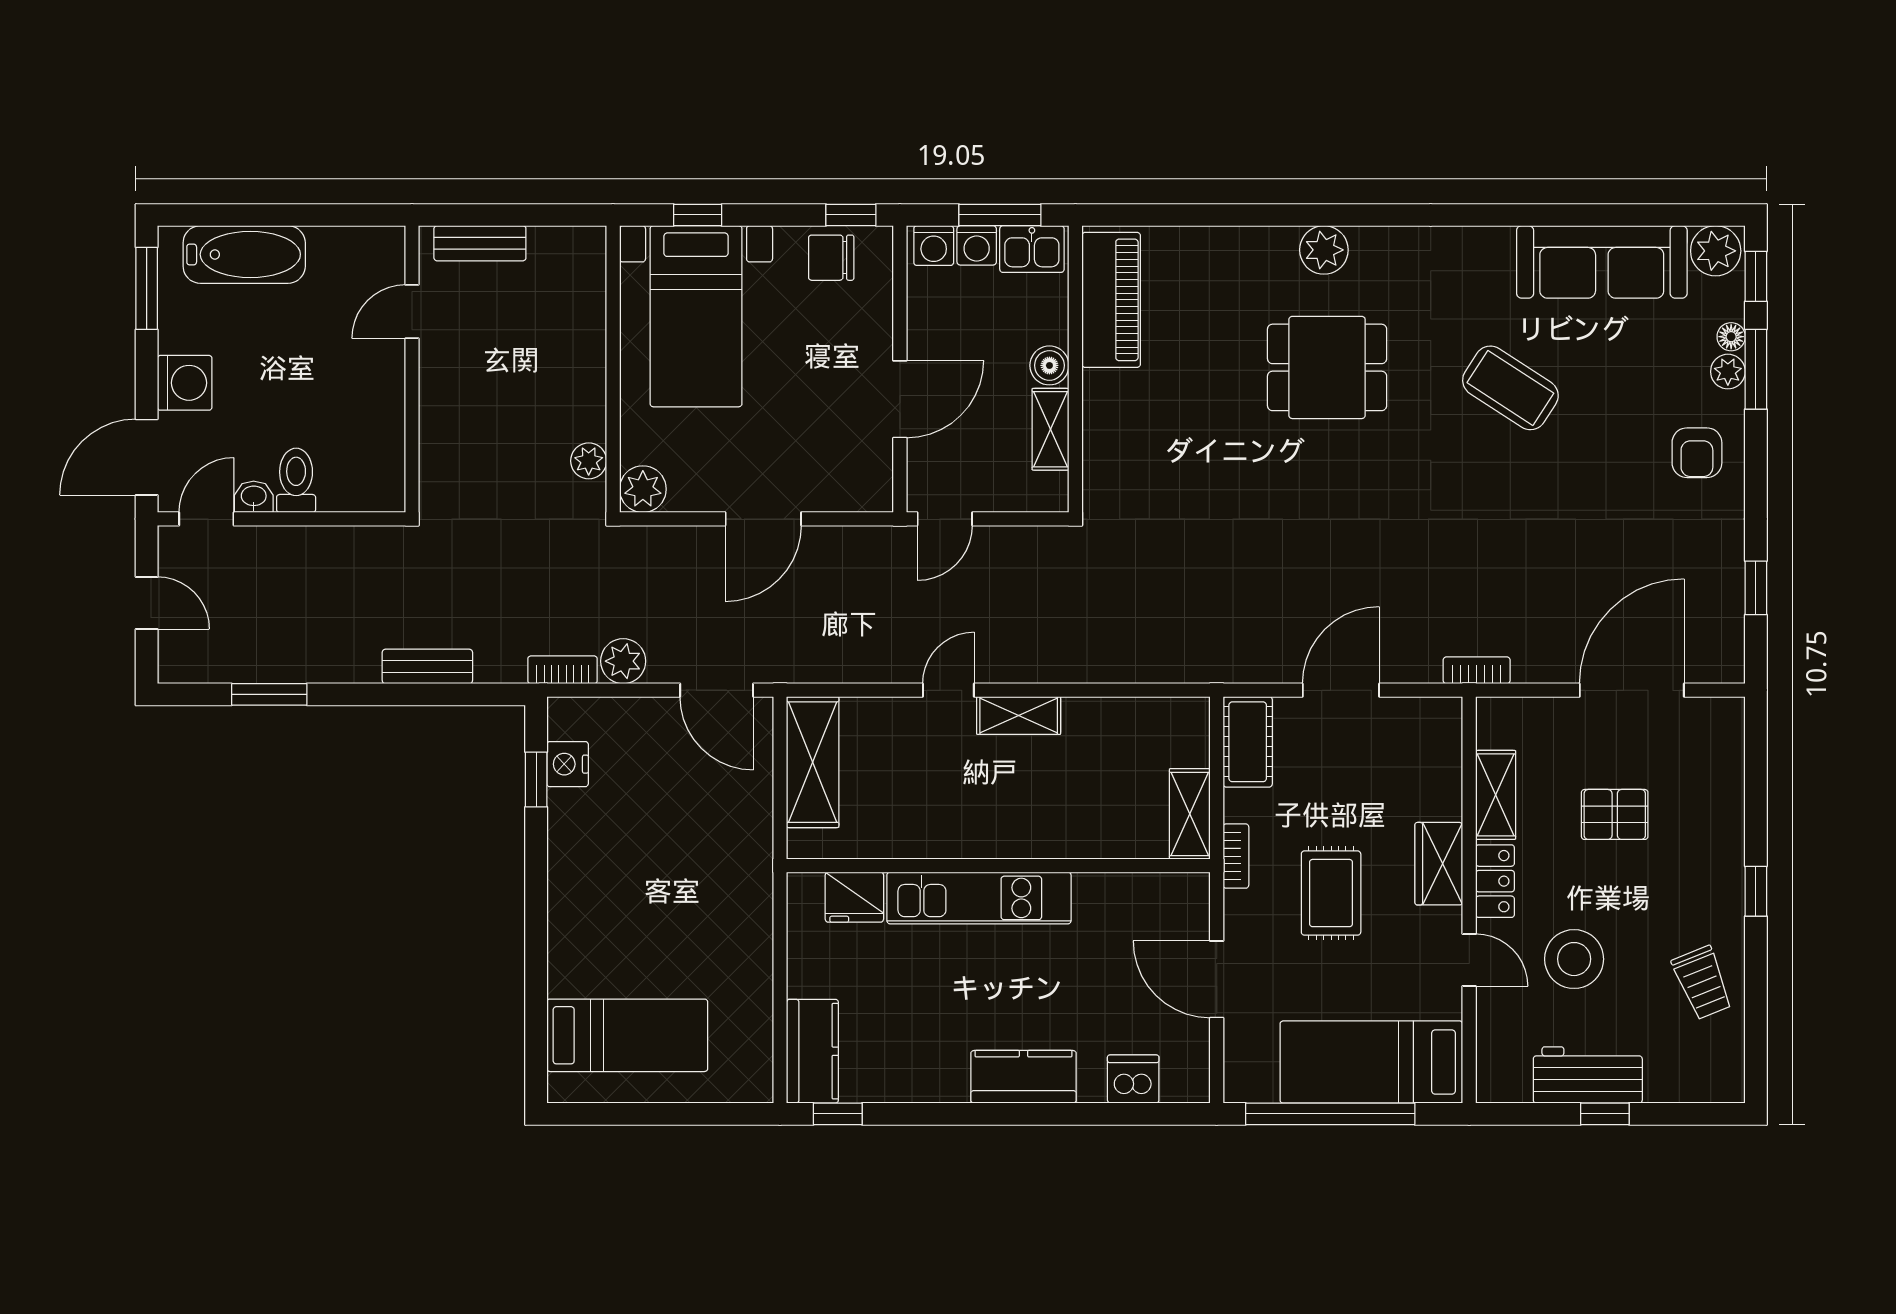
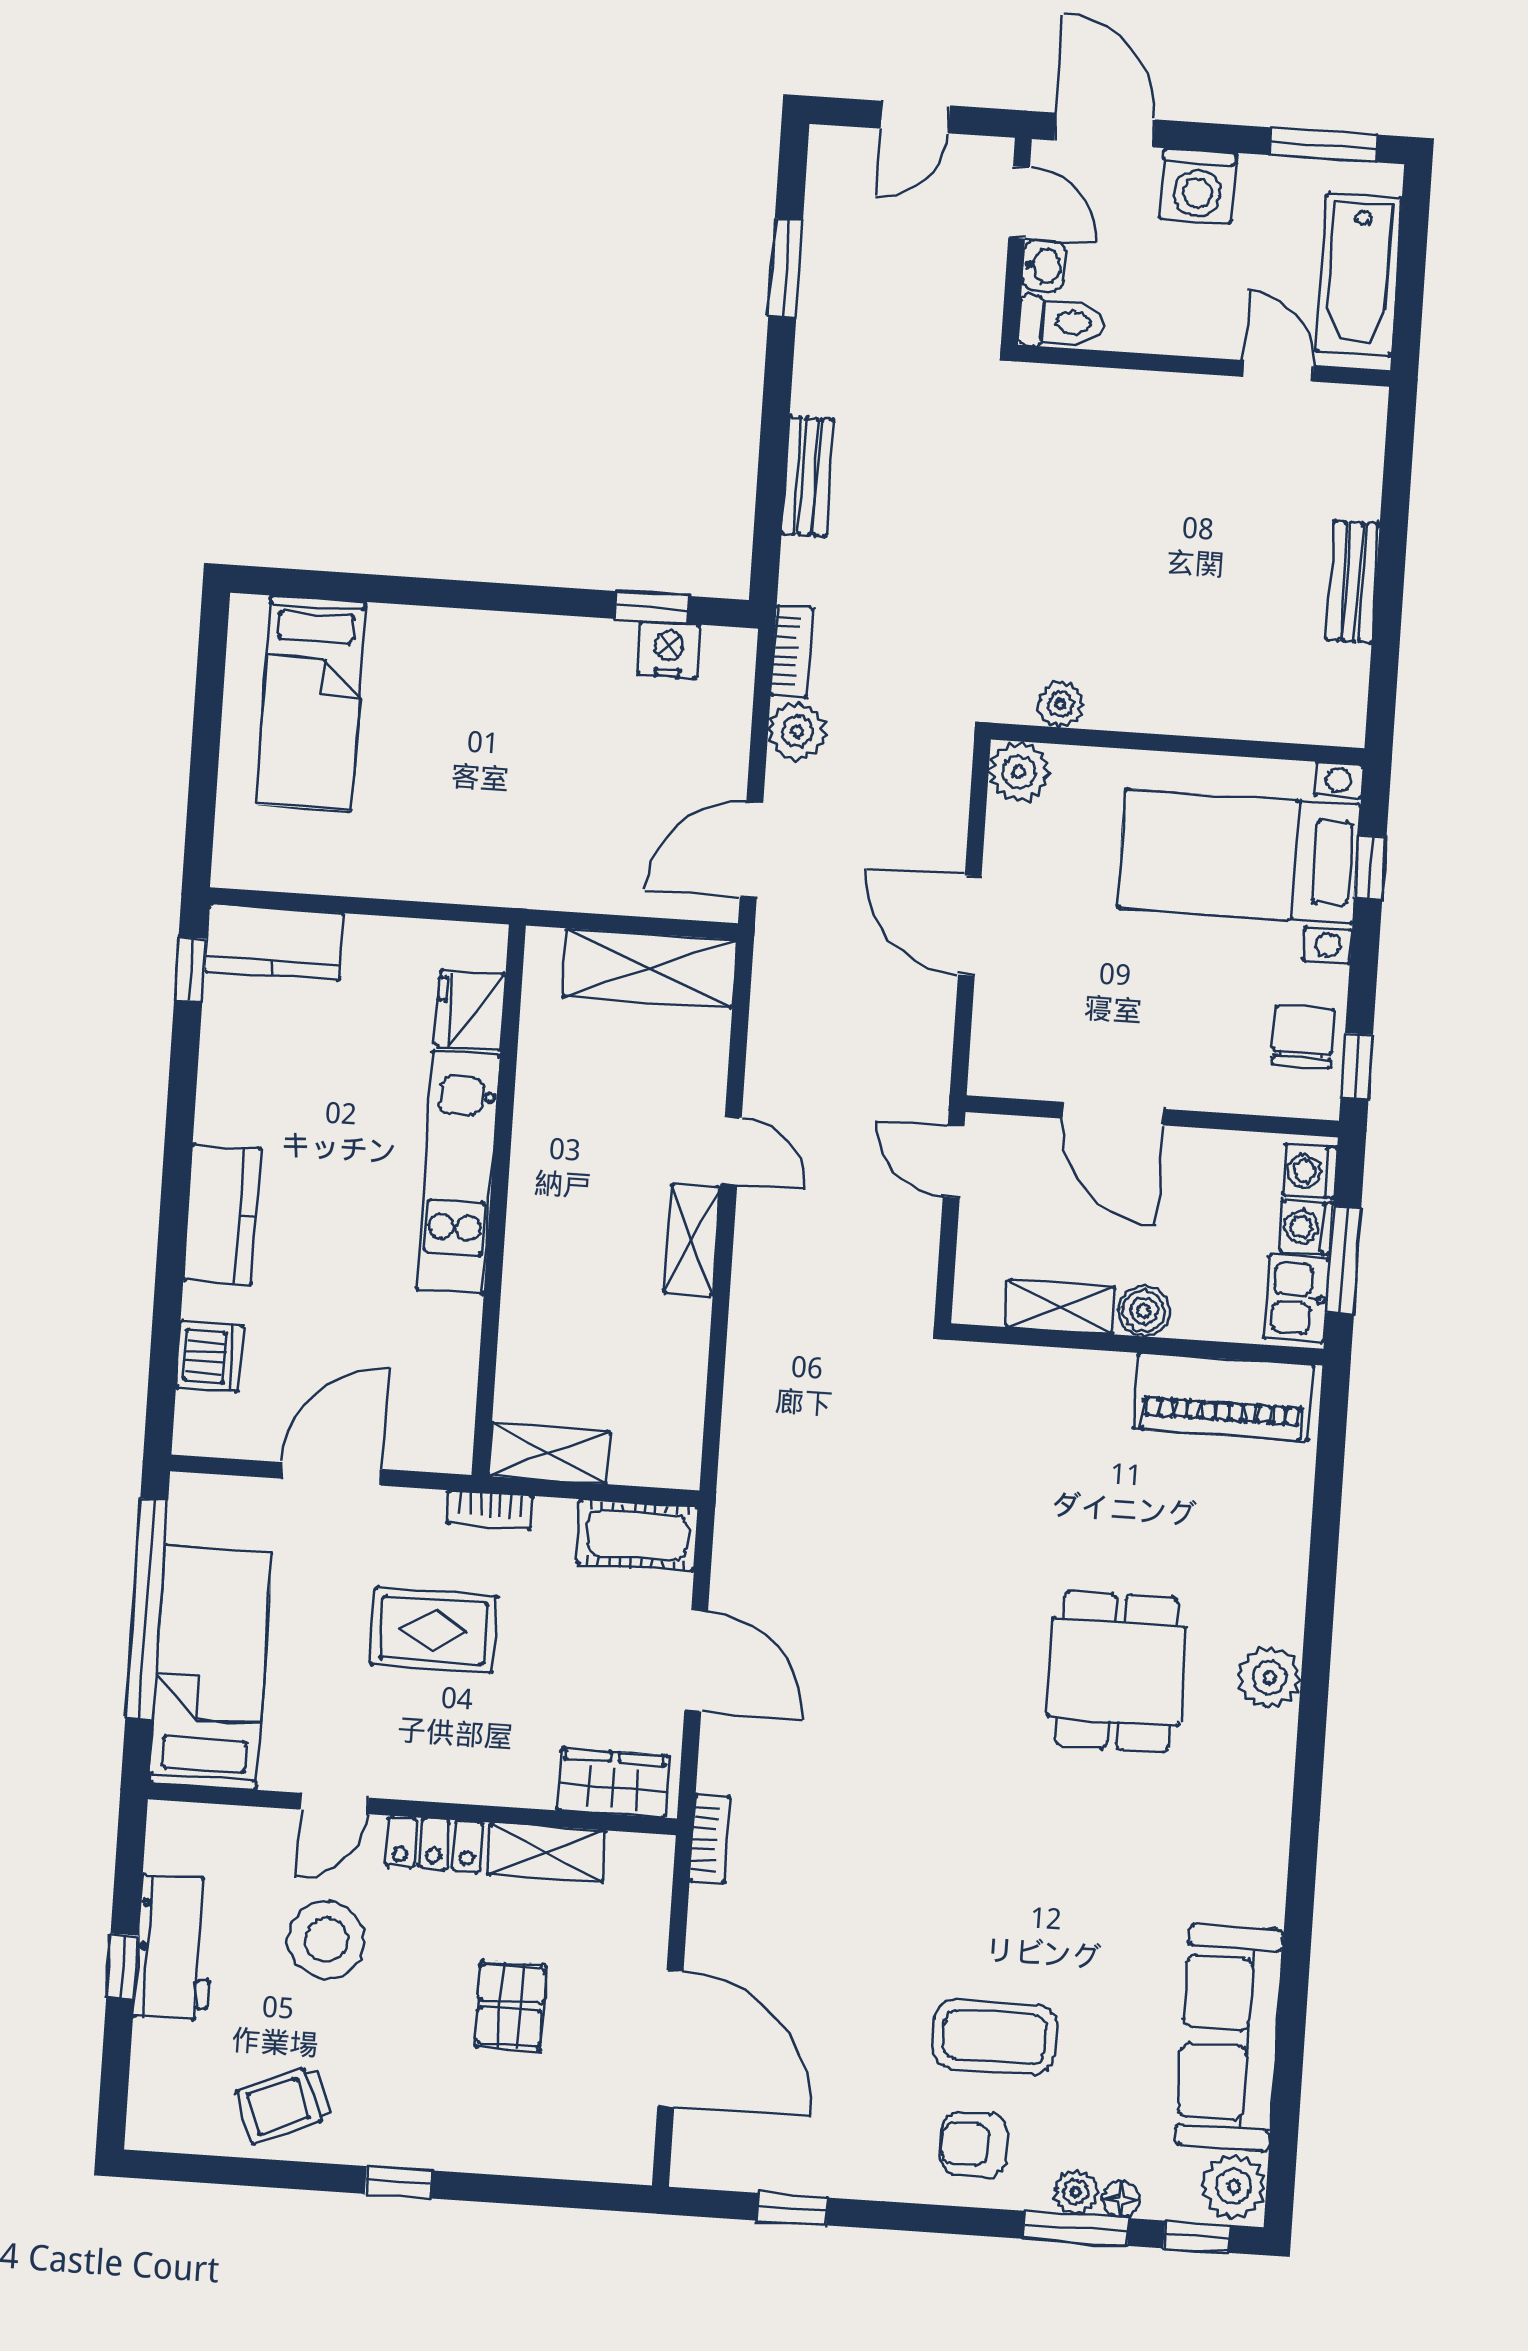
door: (412, 311) -> (1278, 371), moved
wall: (412, 369) -> (1203, 366), moved
coffee table: (1510, 388) -> (995, 2037), moved, turned 57
wardrobe: (1439, 864) -> (613, 1783), moved

